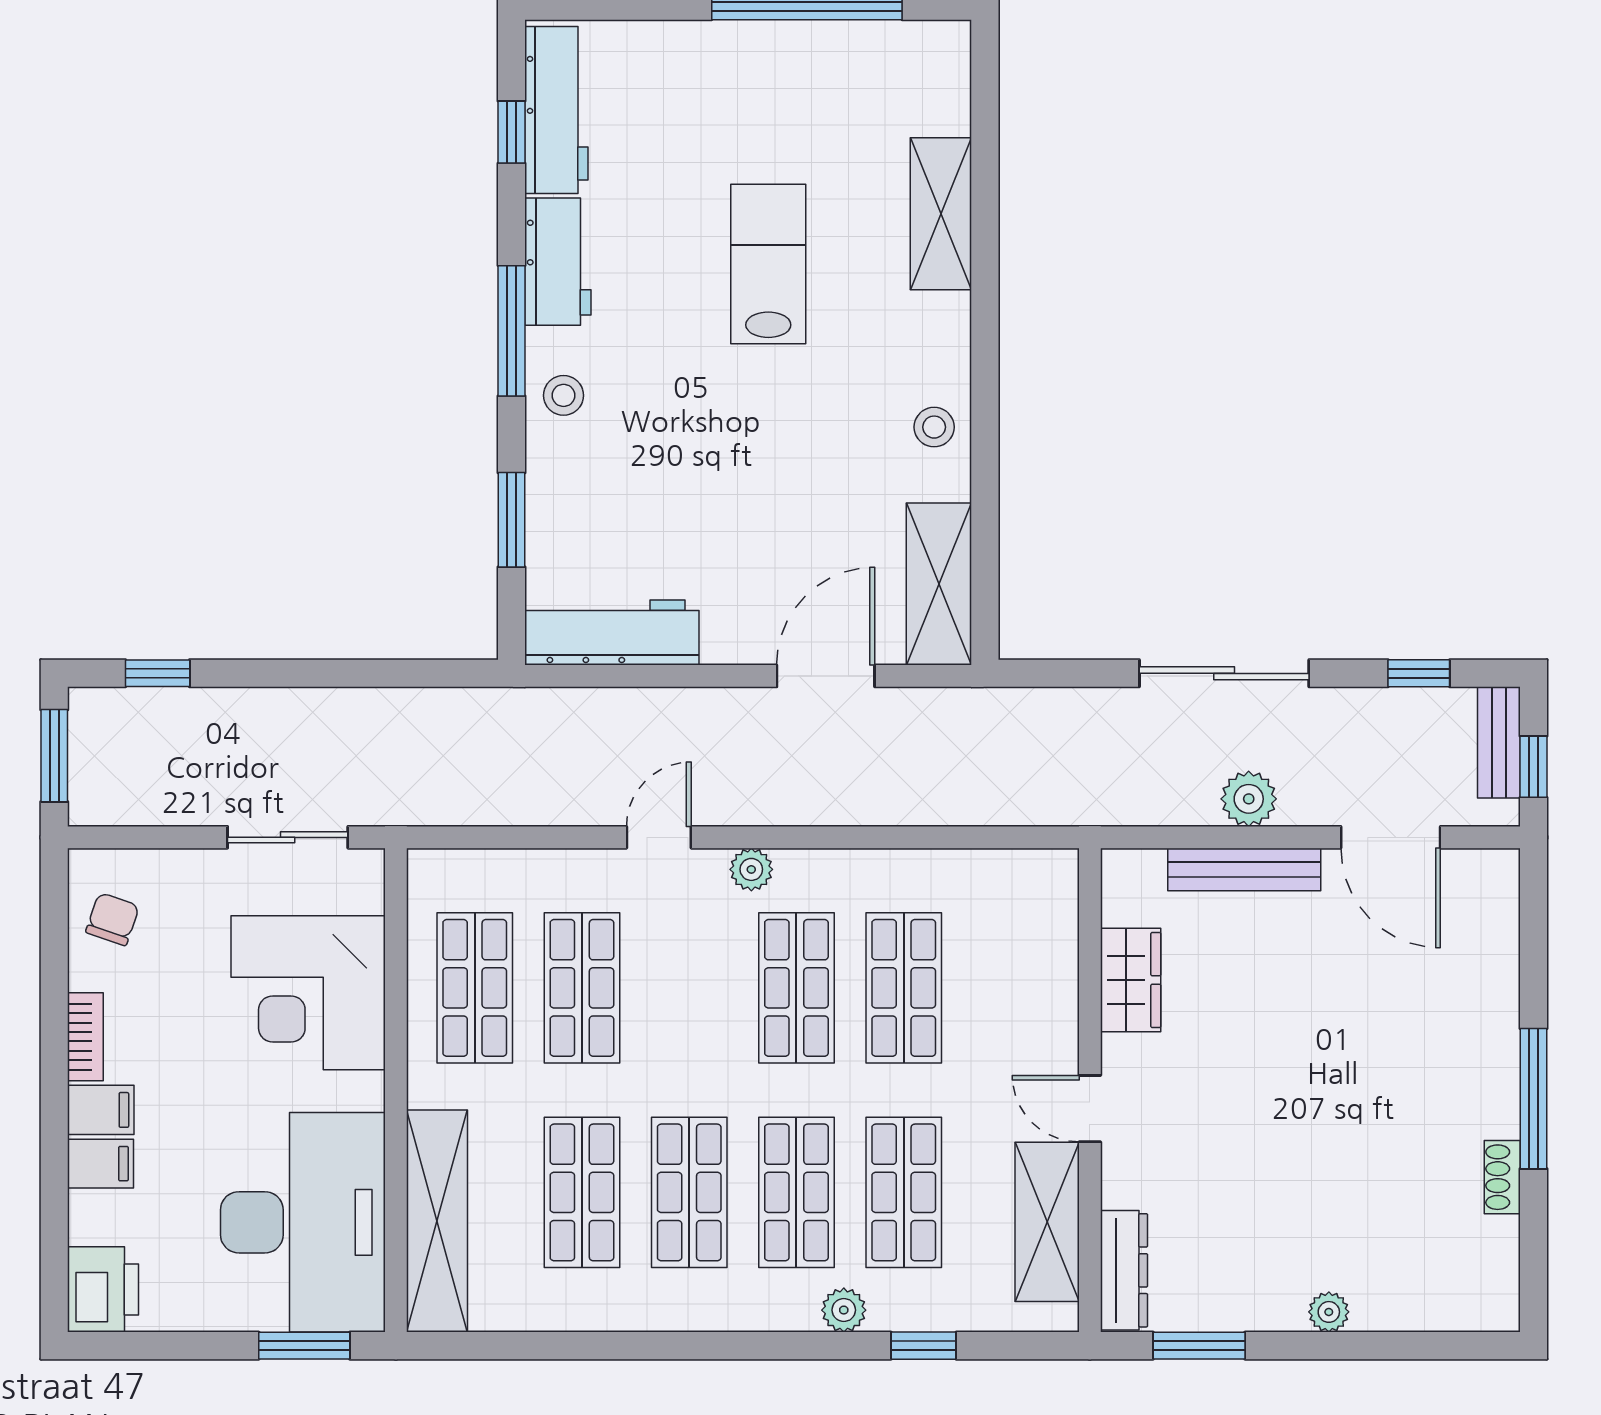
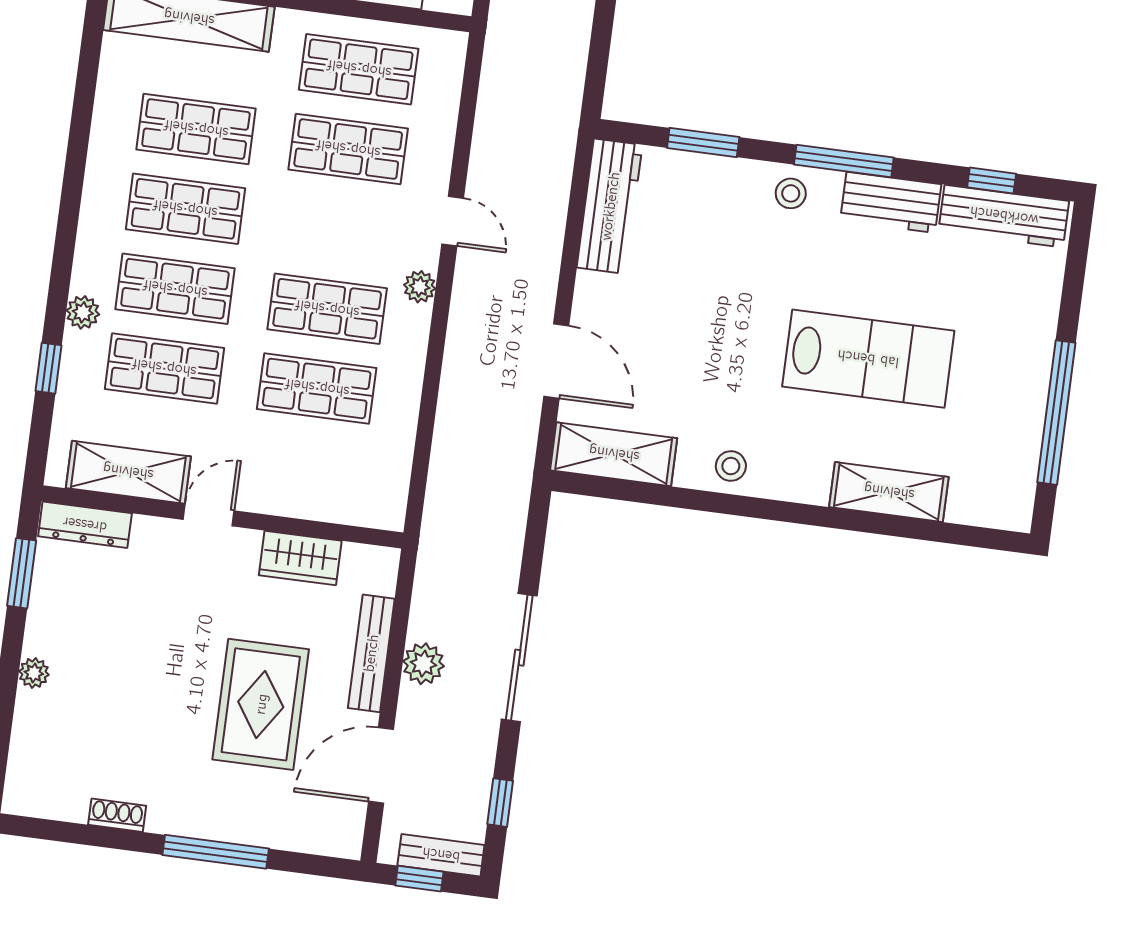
lab bench: (768, 264) -> (868, 359), width x1.36, depth x1.39
rug: (1331, 1007) -> (261, 704), added
window: (1534, 1099) -> (216, 852), moved

